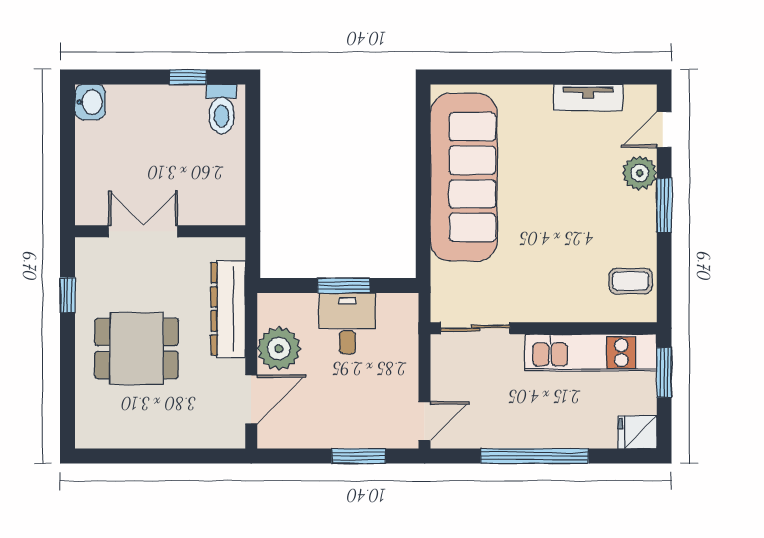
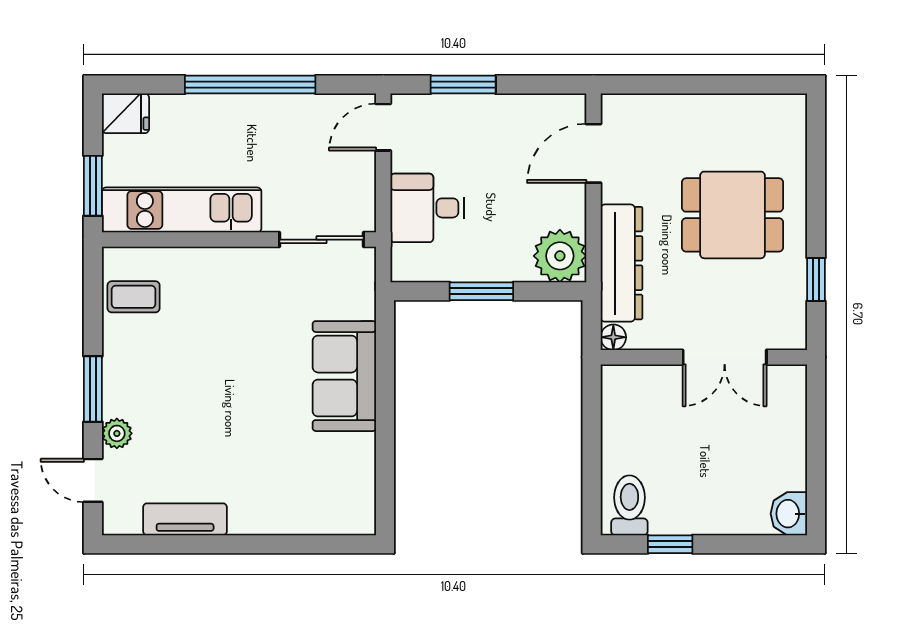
door: (664, 130) -> (93, 480), swing flipped
plant: (640, 173) -> (117, 433), width x0.73, depth x0.73
sofa: (464, 177) -> (344, 376), width x0.54, depth x0.79
floor lamp: (235, 248) -> (613, 337), added
desk: (347, 323) -> (427, 208), moved, turned 90
plant: (279, 349) -> (560, 256), moved

